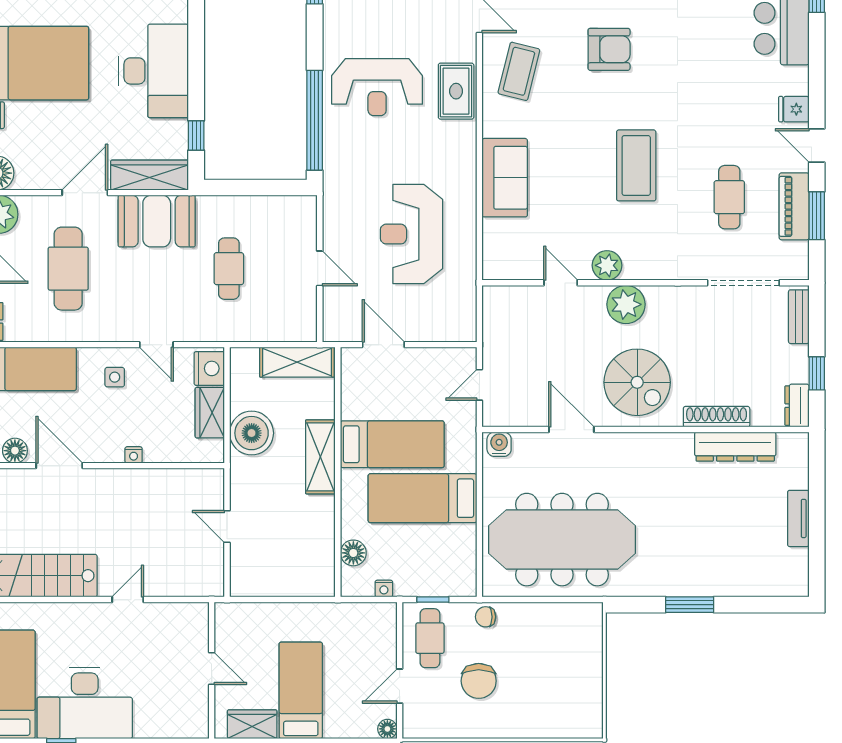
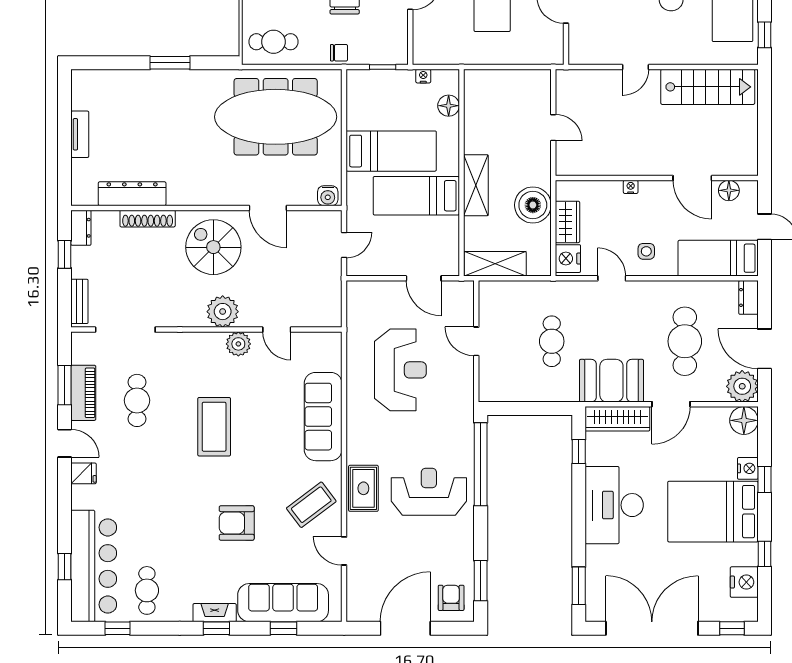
coffee table: (519, 71) -> (311, 505), turned 39
sofa: (505, 178) -> (323, 417), width x1.36
cafe table: (430, 638) -> (273, 42), moved, turned 90

